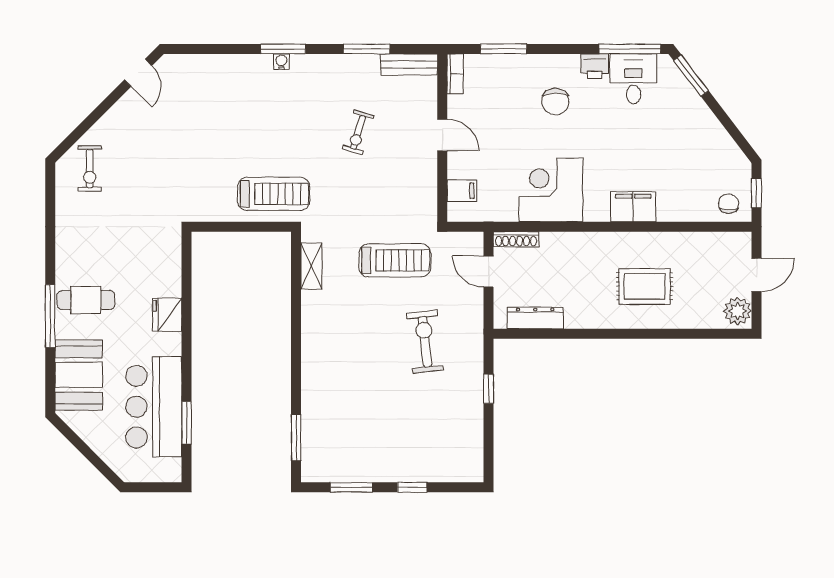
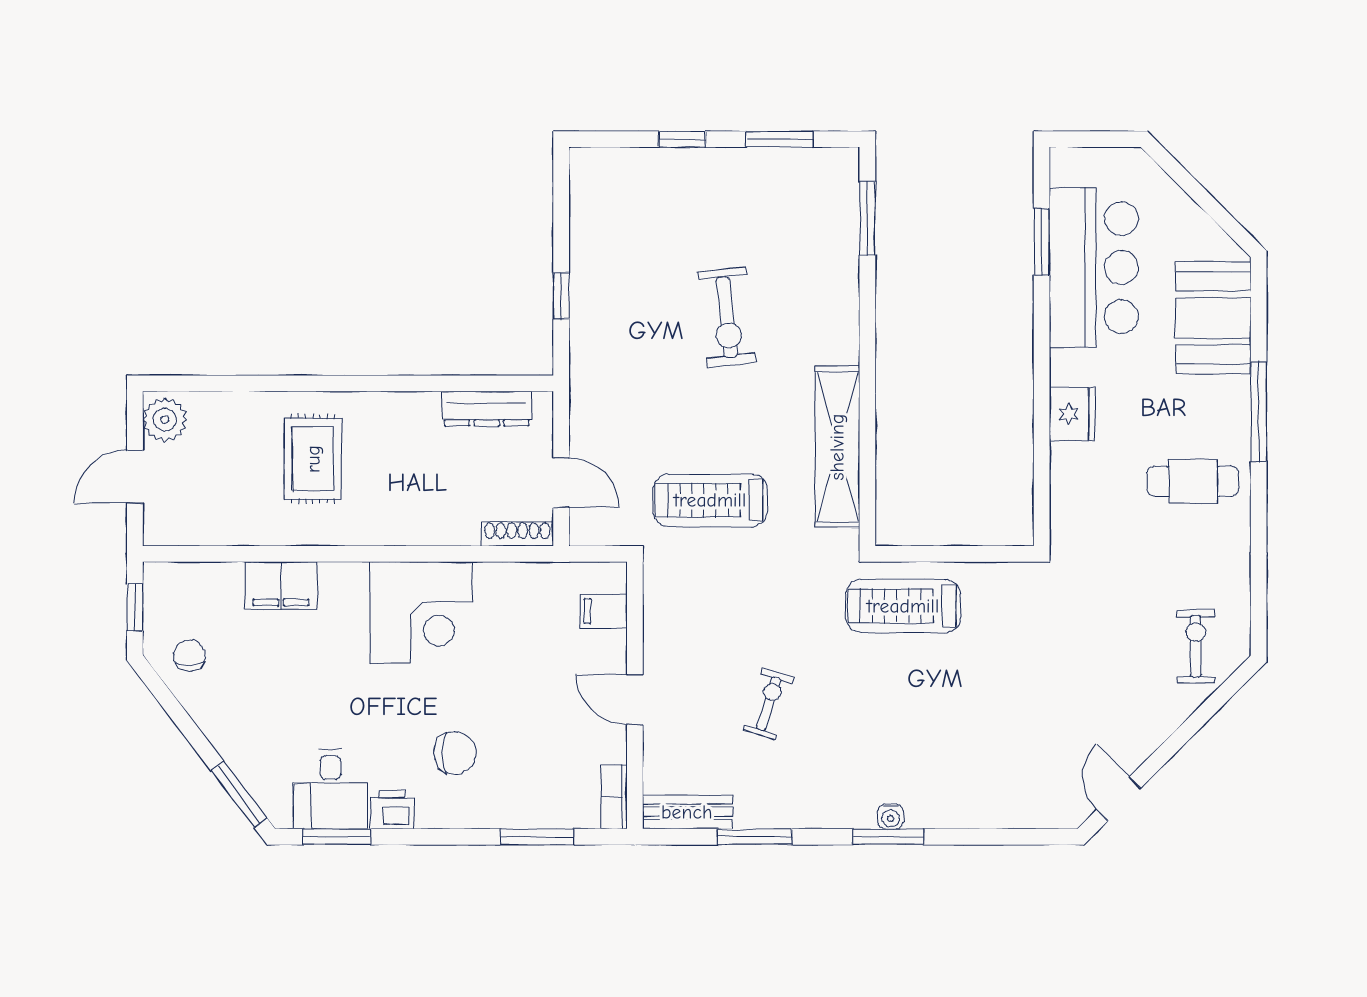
window: (630, 49) -> (336, 837), width x0.69
chair: (555, 102) -> (455, 753), turned 90
corner desk: (551, 190) -> (421, 612), moved
chair: (729, 204) -> (189, 655), moved, turned 180
filing cabinet: (633, 207) -> (281, 586), moved
shelving: (311, 266) -> (837, 447), width x2.20, depth x1.33
rug: (645, 286) -> (313, 459), turned 90
cafe table: (86, 300) -> (1193, 481), moved
exercise bike: (425, 342) -> (727, 317), moved

